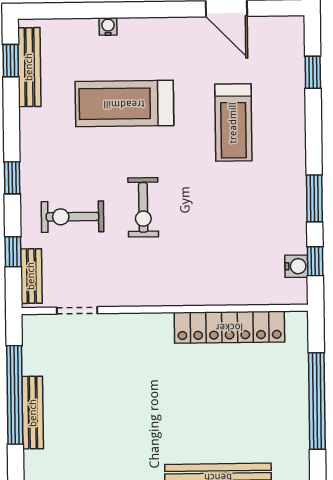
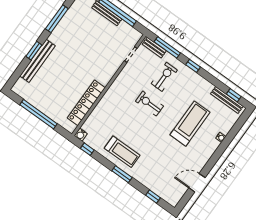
treadmill: (233, 123) -> (122, 152), moved, turned 180
window: (314, 198) -> (122, 174), moved
window: (13, 252) -> (167, 47), width x2.17
water cooler: (296, 266) -> (81, 135), moved

